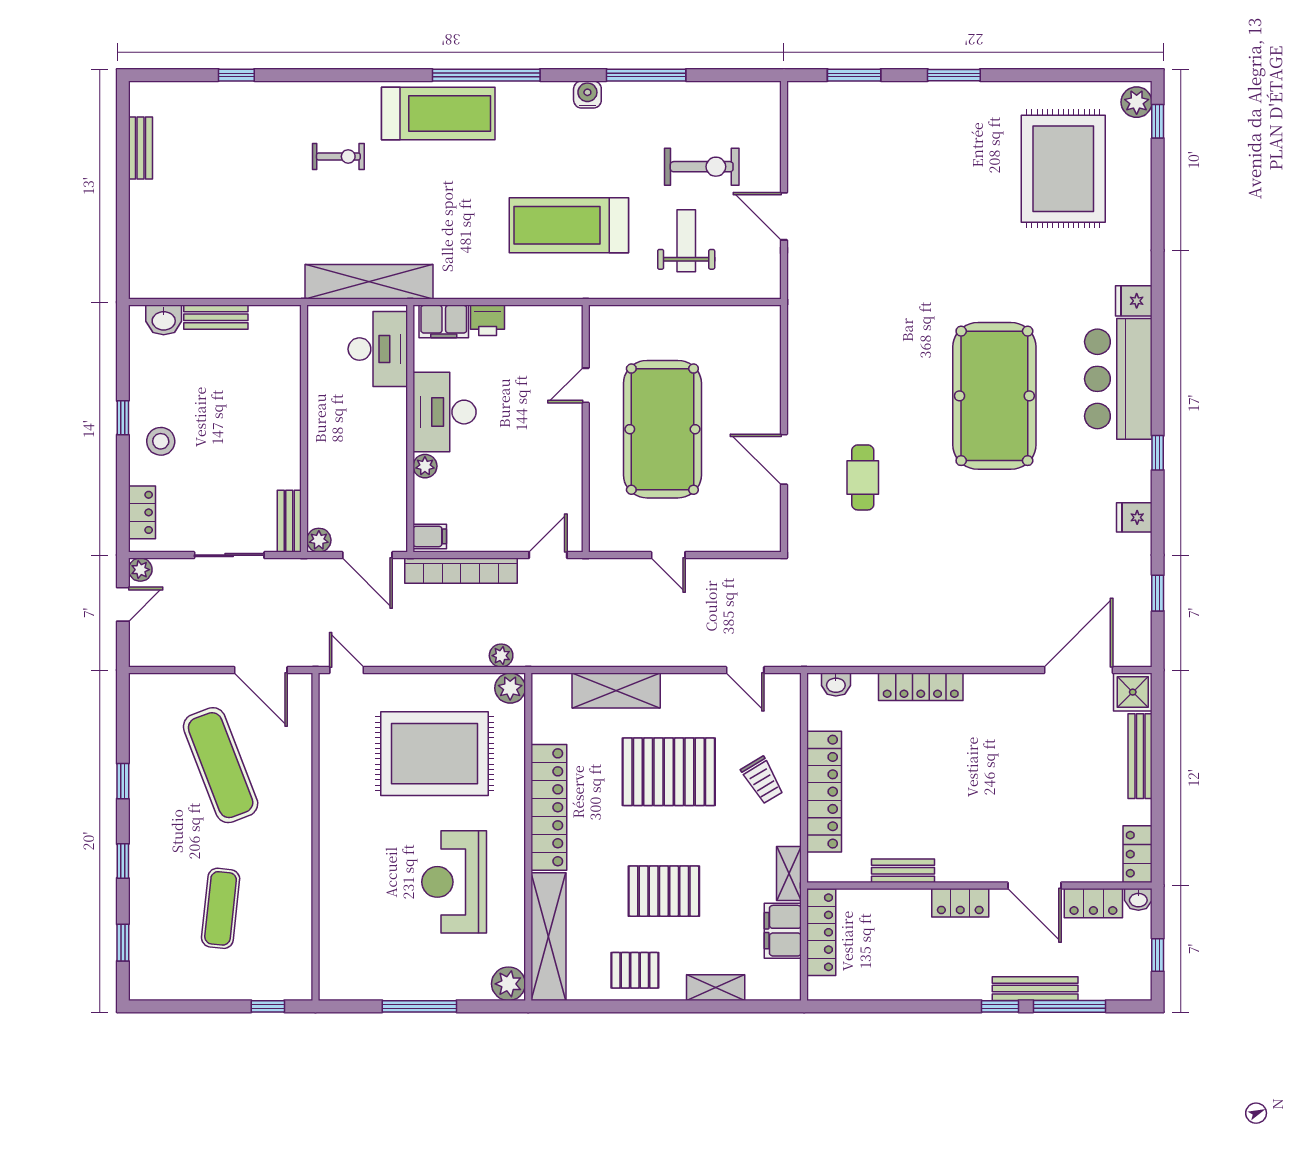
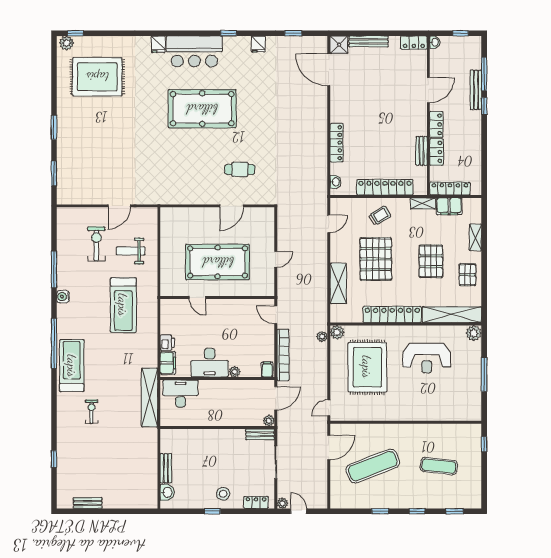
locker: (1093, 903) -> (436, 152), moved

